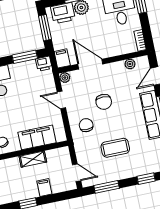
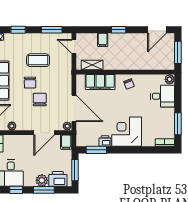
printer: (44, 64) -> (105, 141), moved
door: (90, 64) -> (44, 133), hinge flipped
door: (61, 100) -> (74, 108), width x1.88
chair: (86, 125) -> (30, 83), moved
shelving: (33, 159) -> (92, 65), moved

